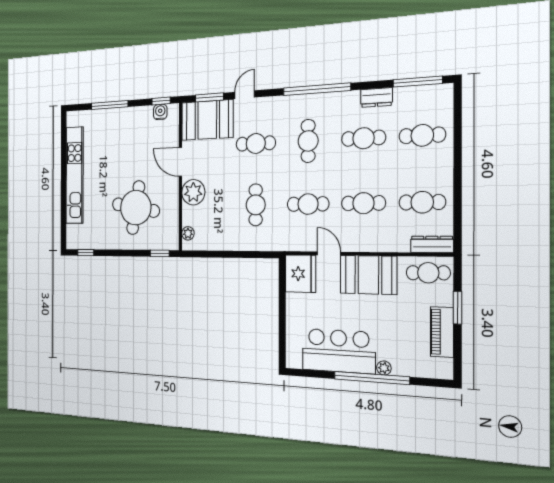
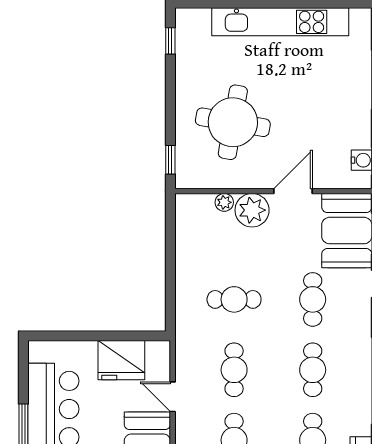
cafe table: (308, 141) -> (313, 370), turned 90
plant: (188, 233) -> (224, 202), moved
door: (329, 254) -> (173, 397), swing flipped
fridge: (301, 274) -> (121, 360), moved

